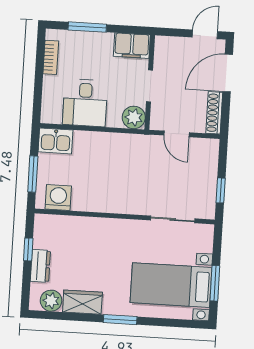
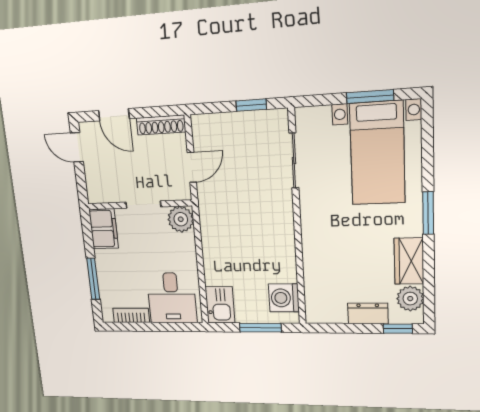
door: (228, 73) -> (114, 115), width x0.73
desk: (85, 103) -> (172, 298), moved, turned 90
window: (28, 249) -> (398, 329), moved

